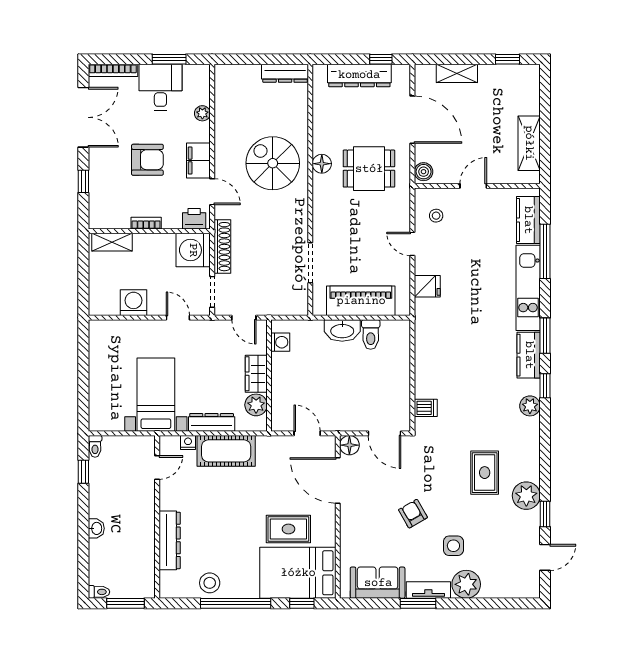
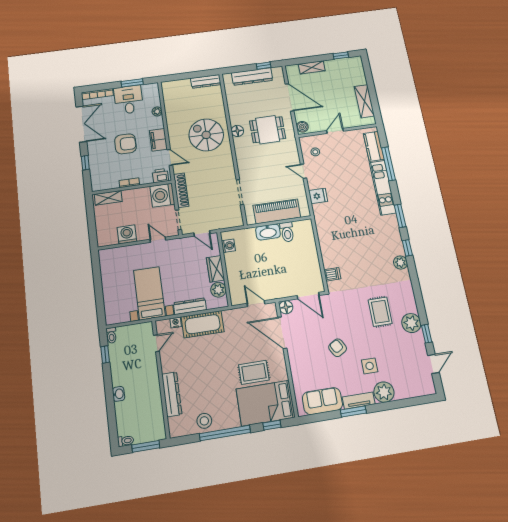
kitchen counter: (529, 355) -> (392, 230), removed

